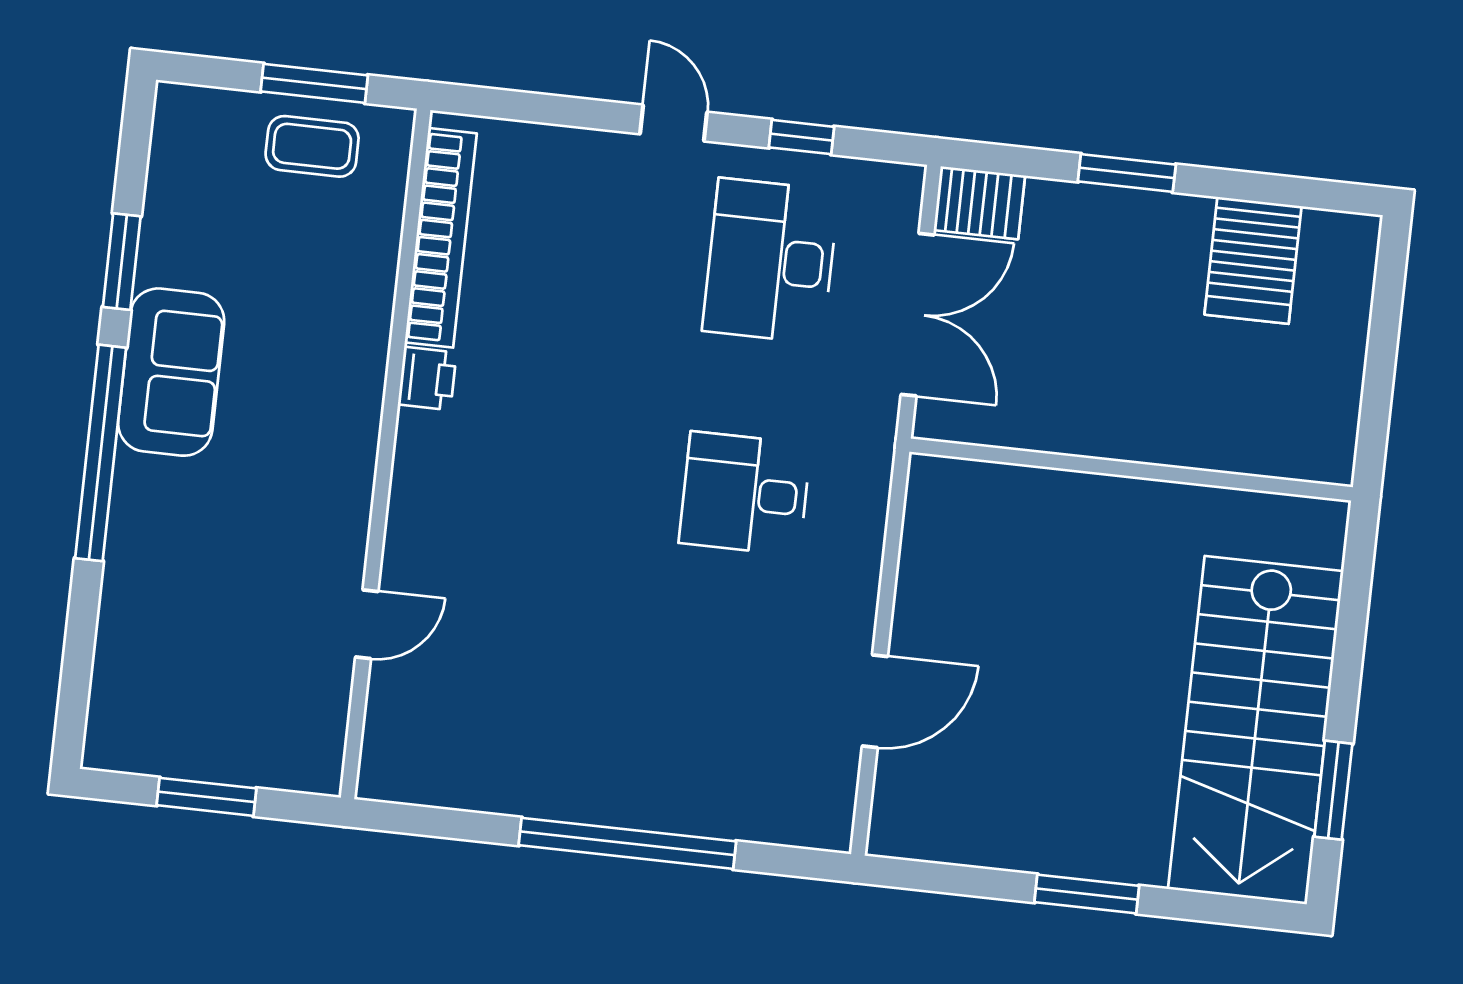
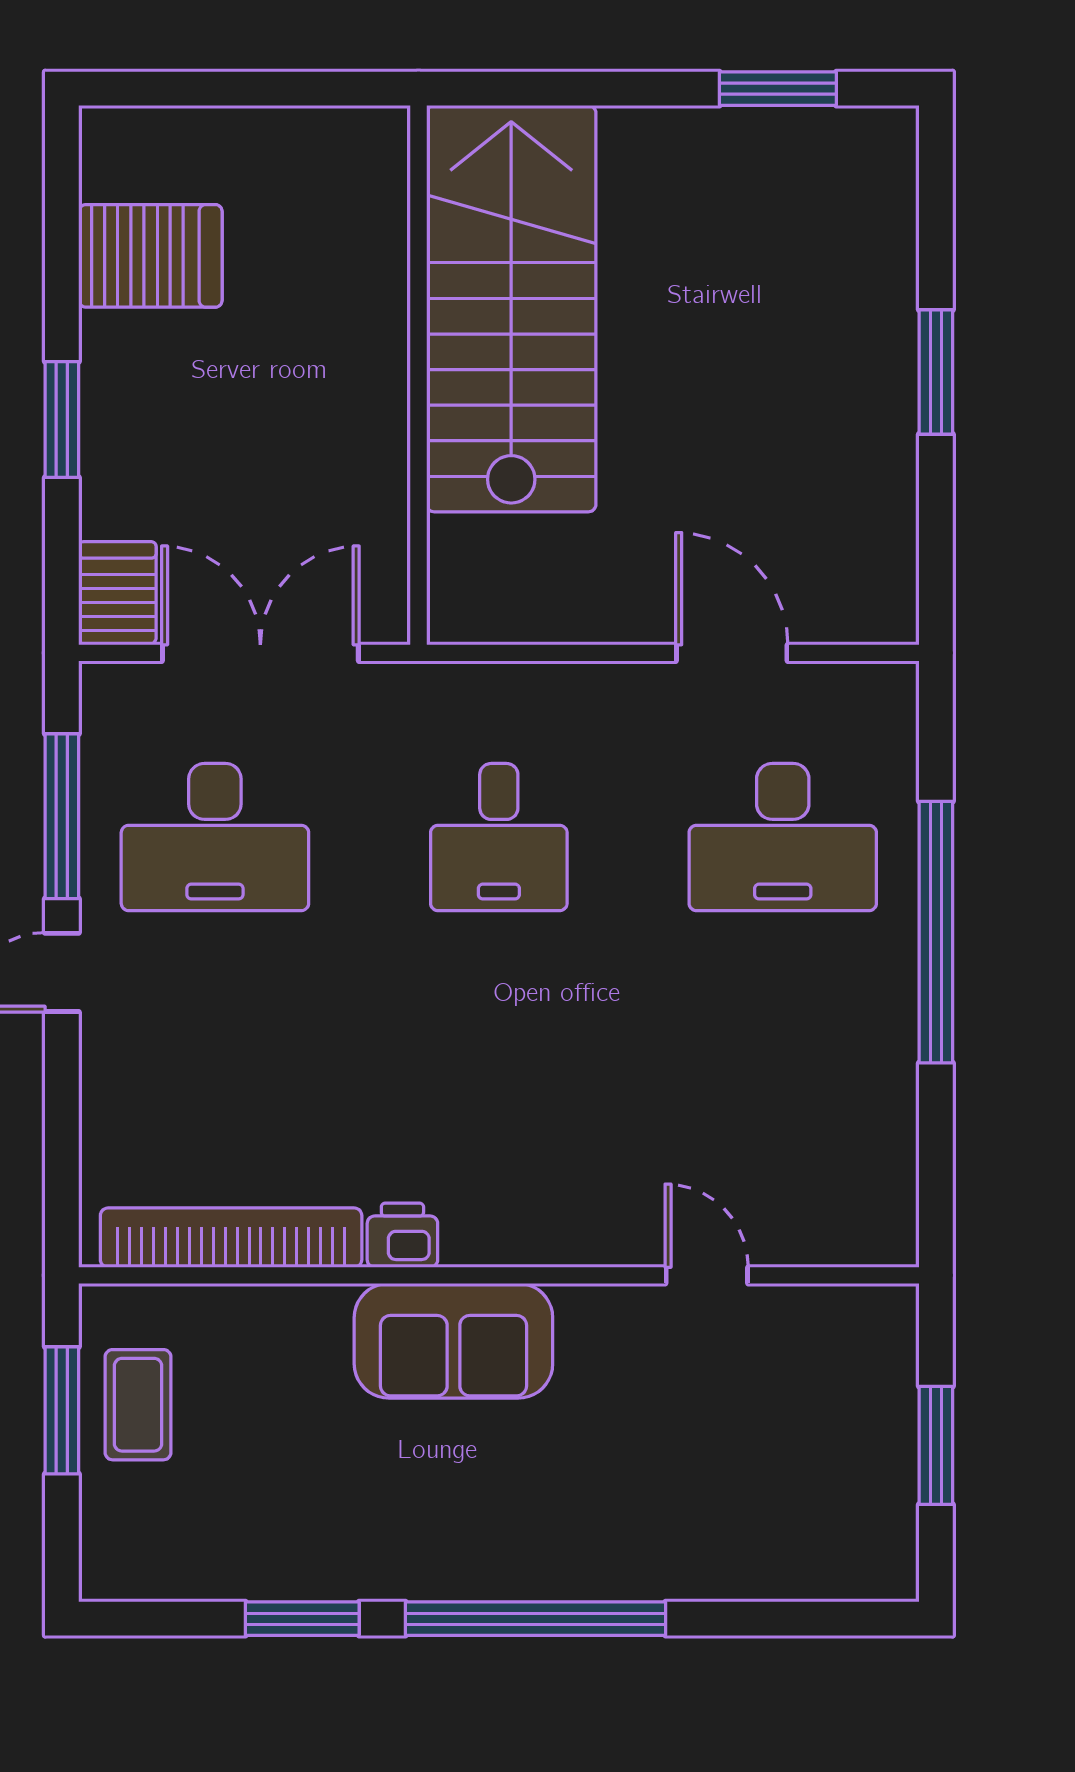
window: (802, 137) -> (62, 816), width x2.17
sofa: (171, 372) -> (453, 1341), moved, turned 180
desk: (719, 726) -> (783, 837), added
stairs: (1256, 730) -> (511, 309), moved, turned -90

